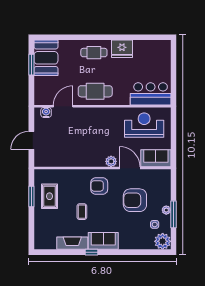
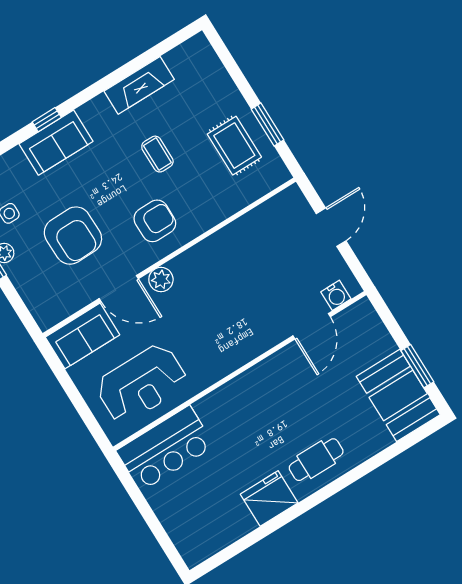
cafe table: (95, 91) -> (270, 390), removed
armchair: (135, 200) -> (73, 236), turned 89
sofa: (103, 241) -> (56, 143), moved
window: (91, 252) -> (47, 120), moved

